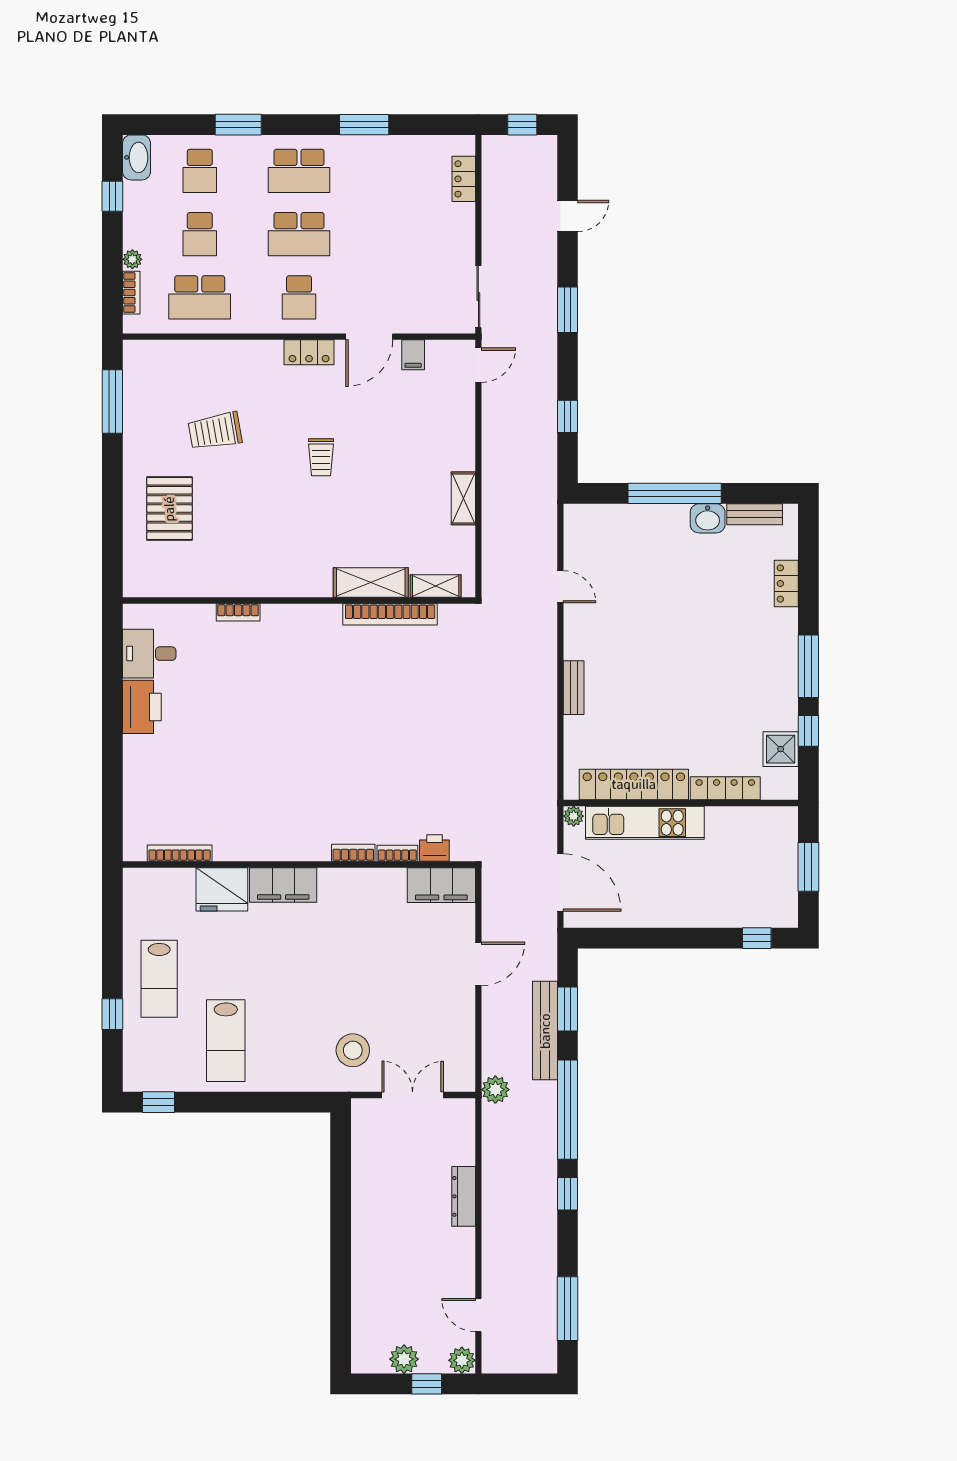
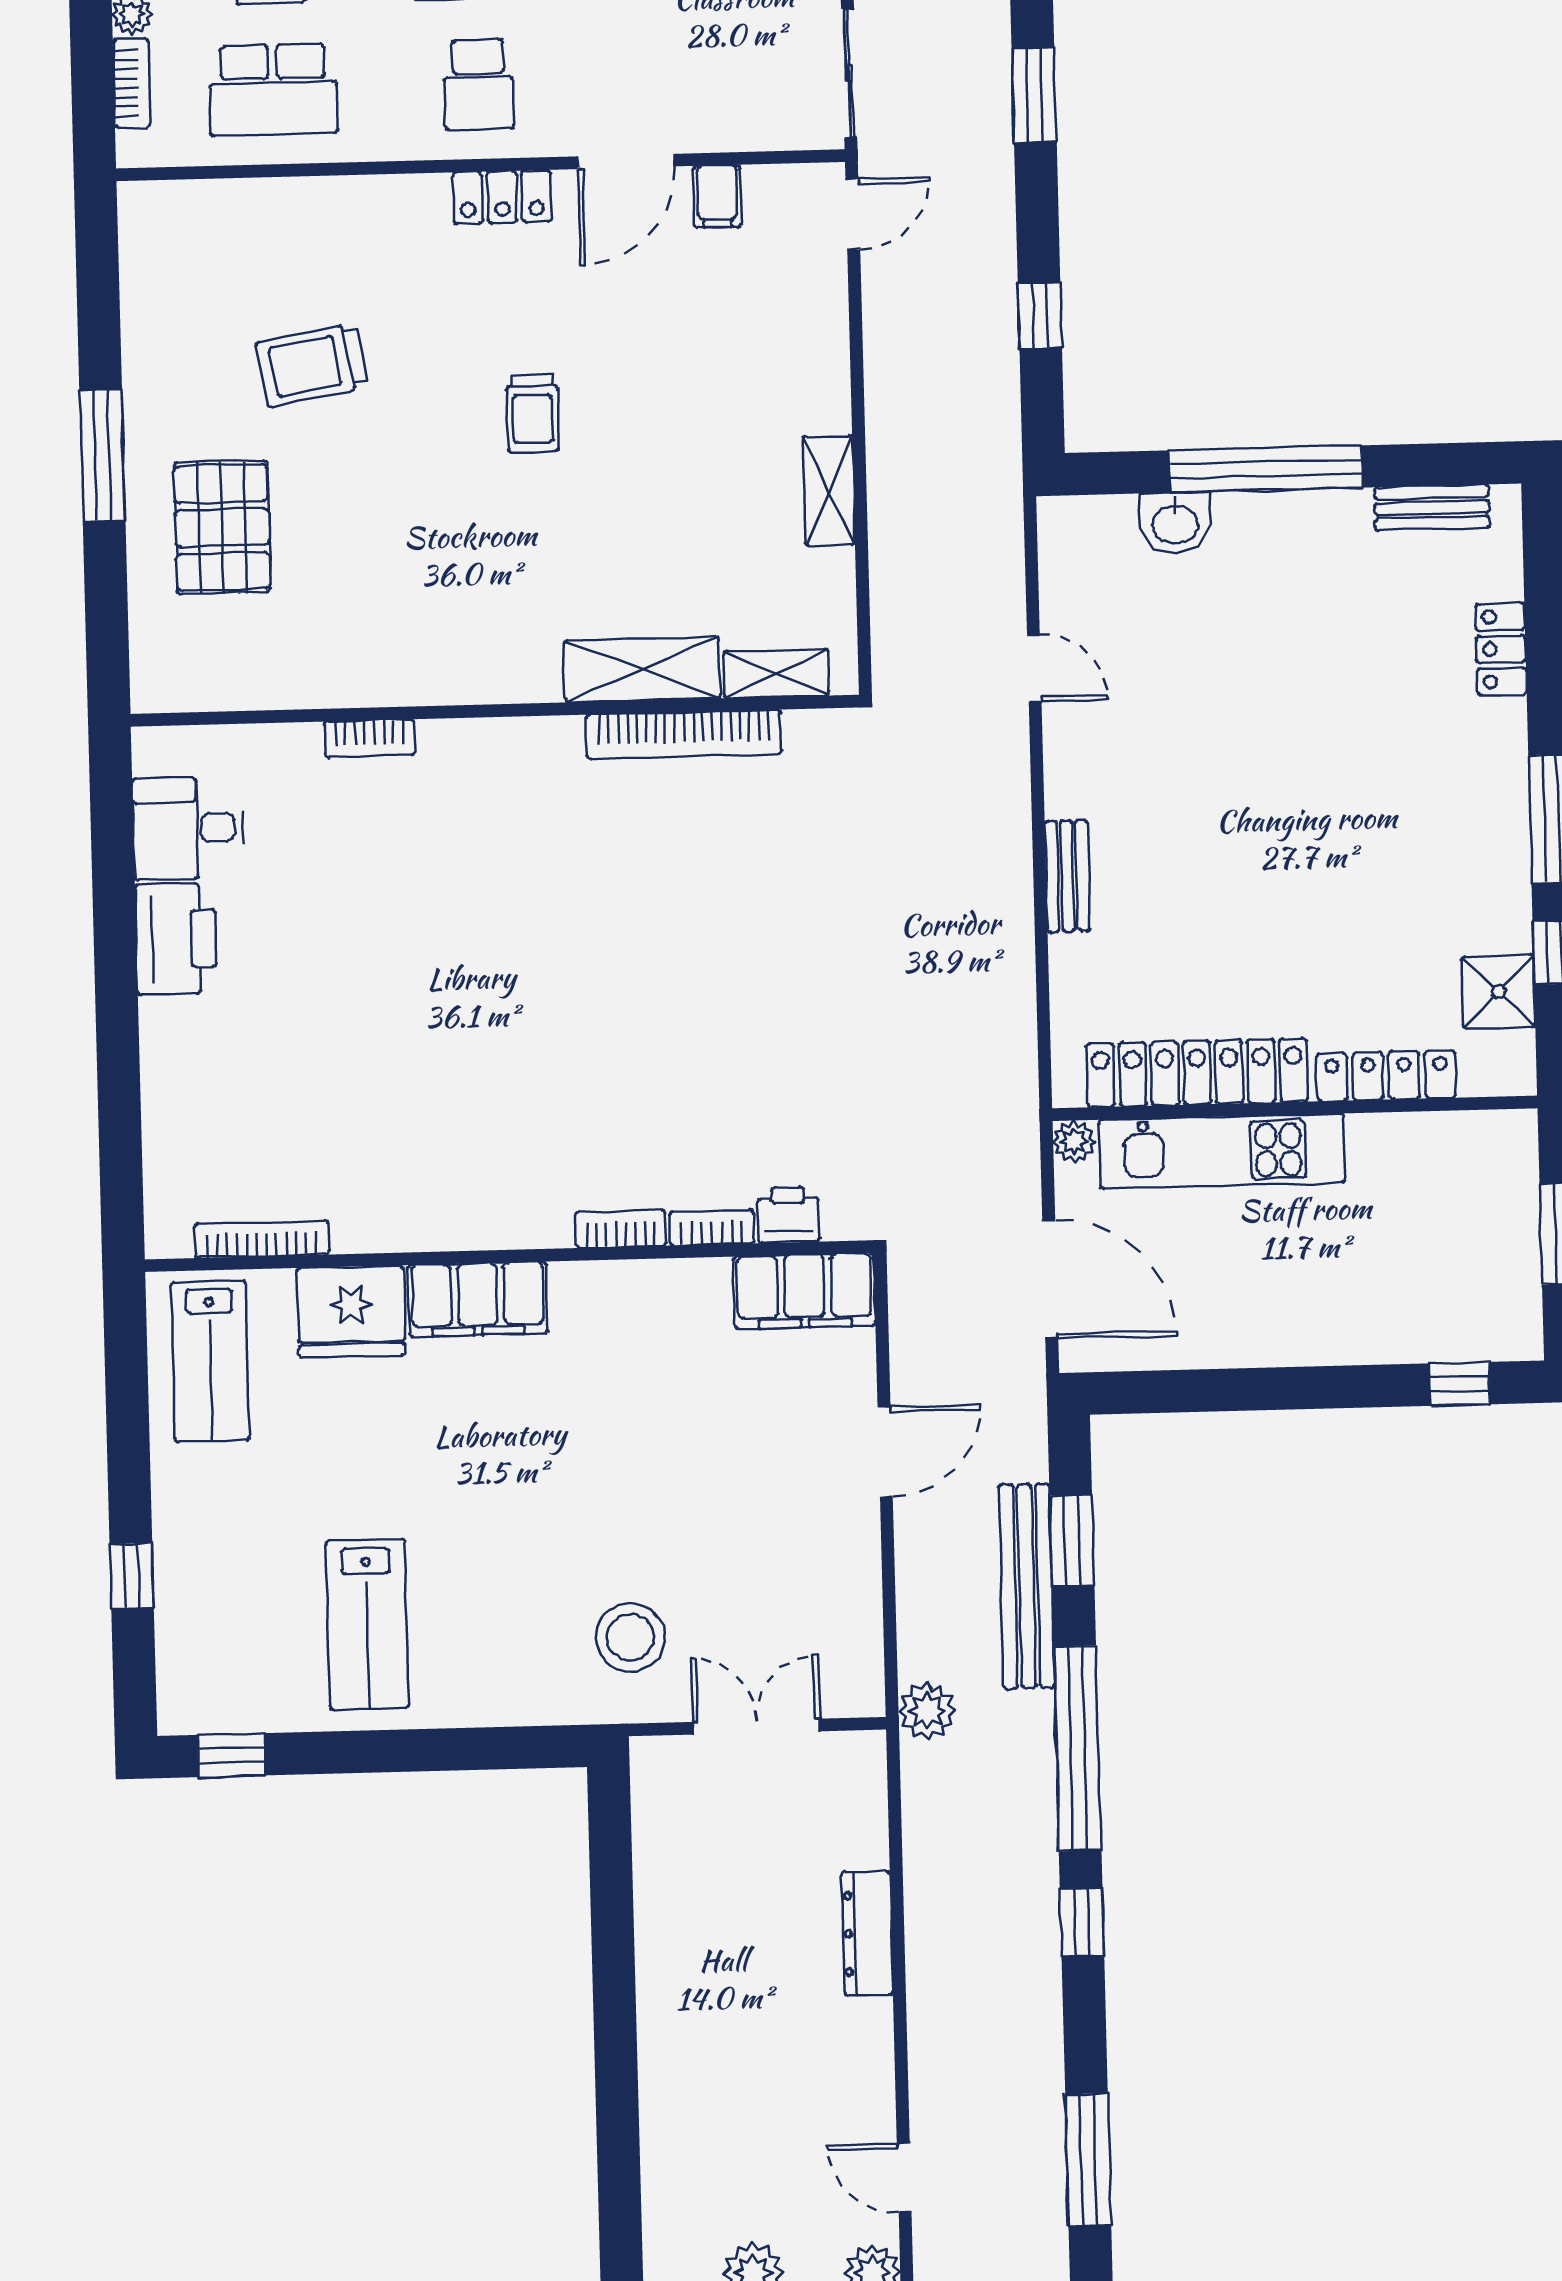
window: (112, 401) -> (102, 455), moved
washbasin: (708, 518) -> (1175, 523), moved
lab bench: (159, 979) -> (210, 1361), moved

